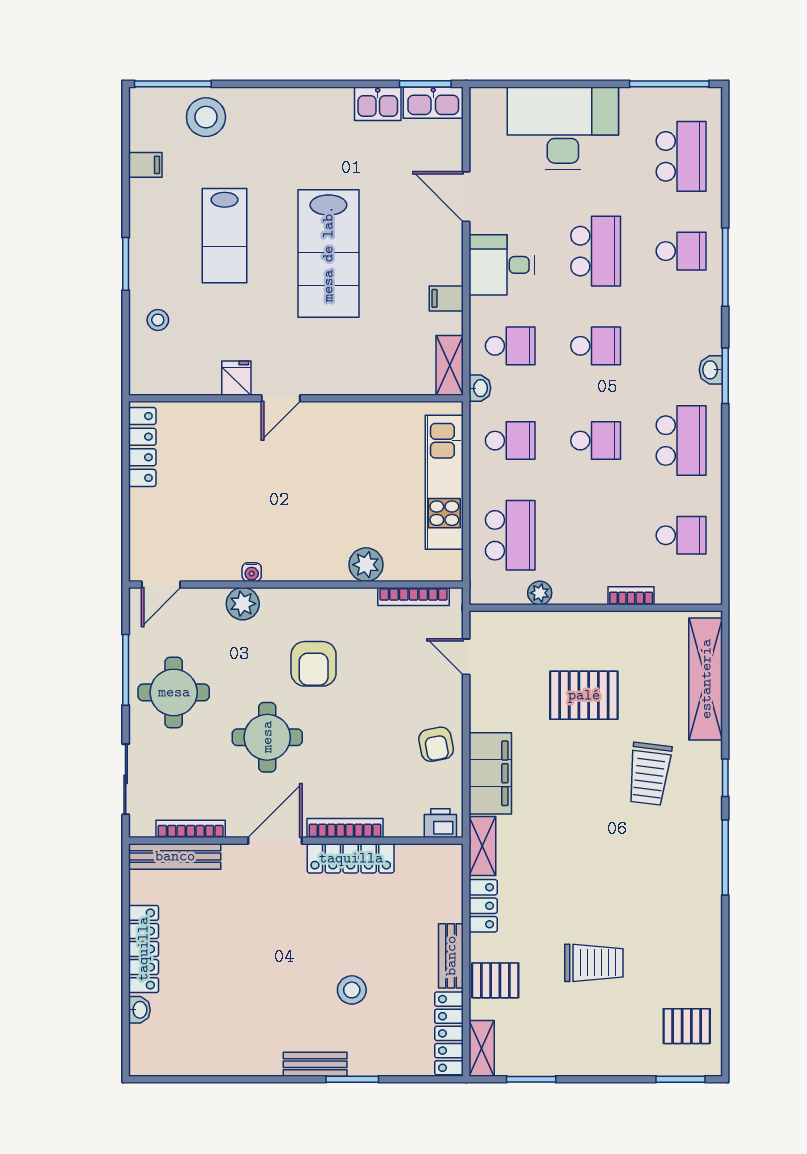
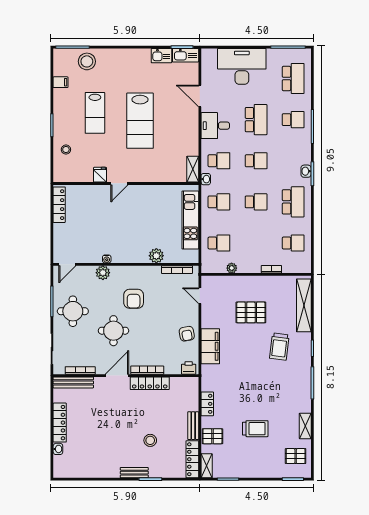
filing cabinet: (446, 298) -> (191, 140), removed
school desk: (510, 535) -> (219, 243), width x0.54
shelving: (482, 846) -> (305, 426), moved

